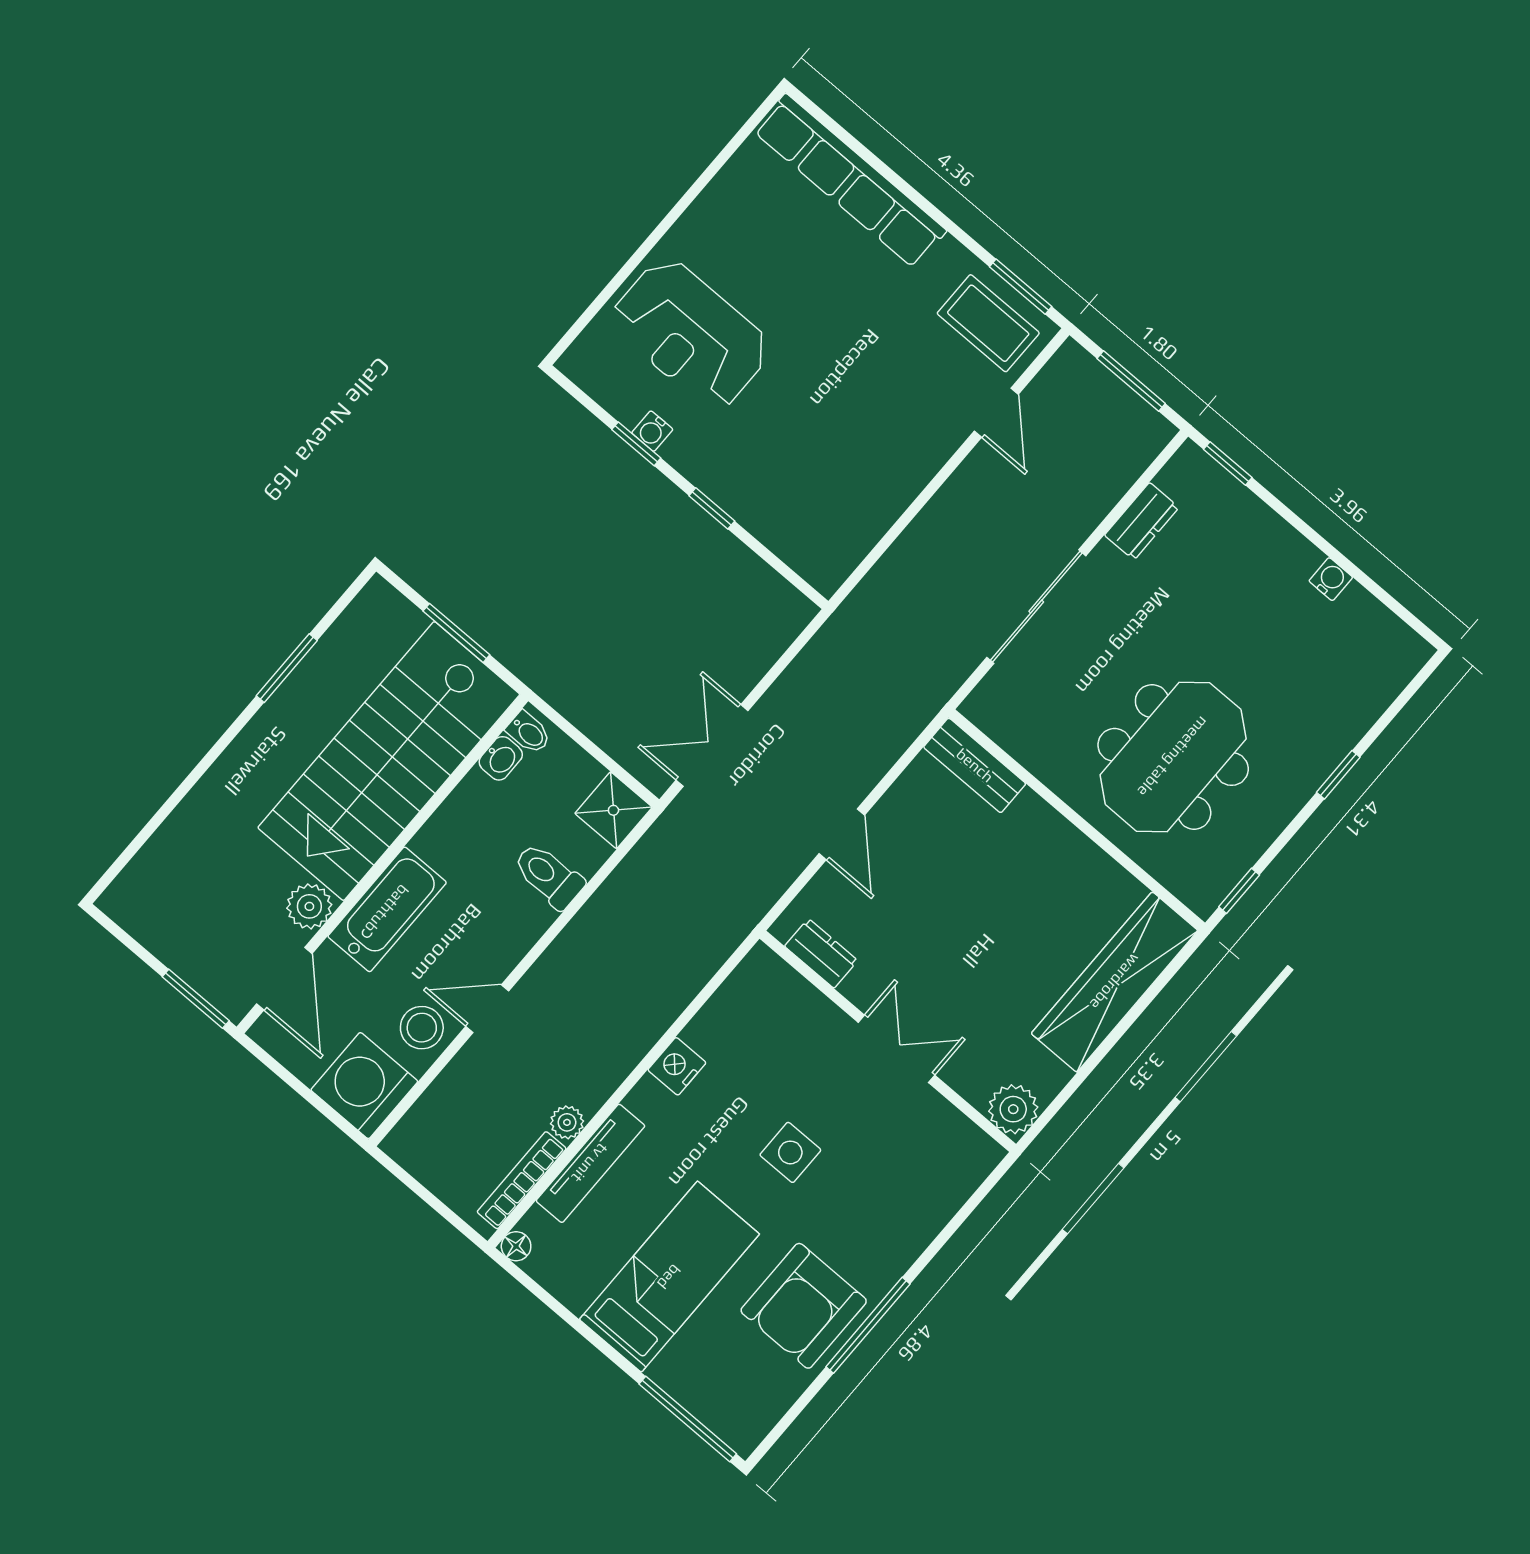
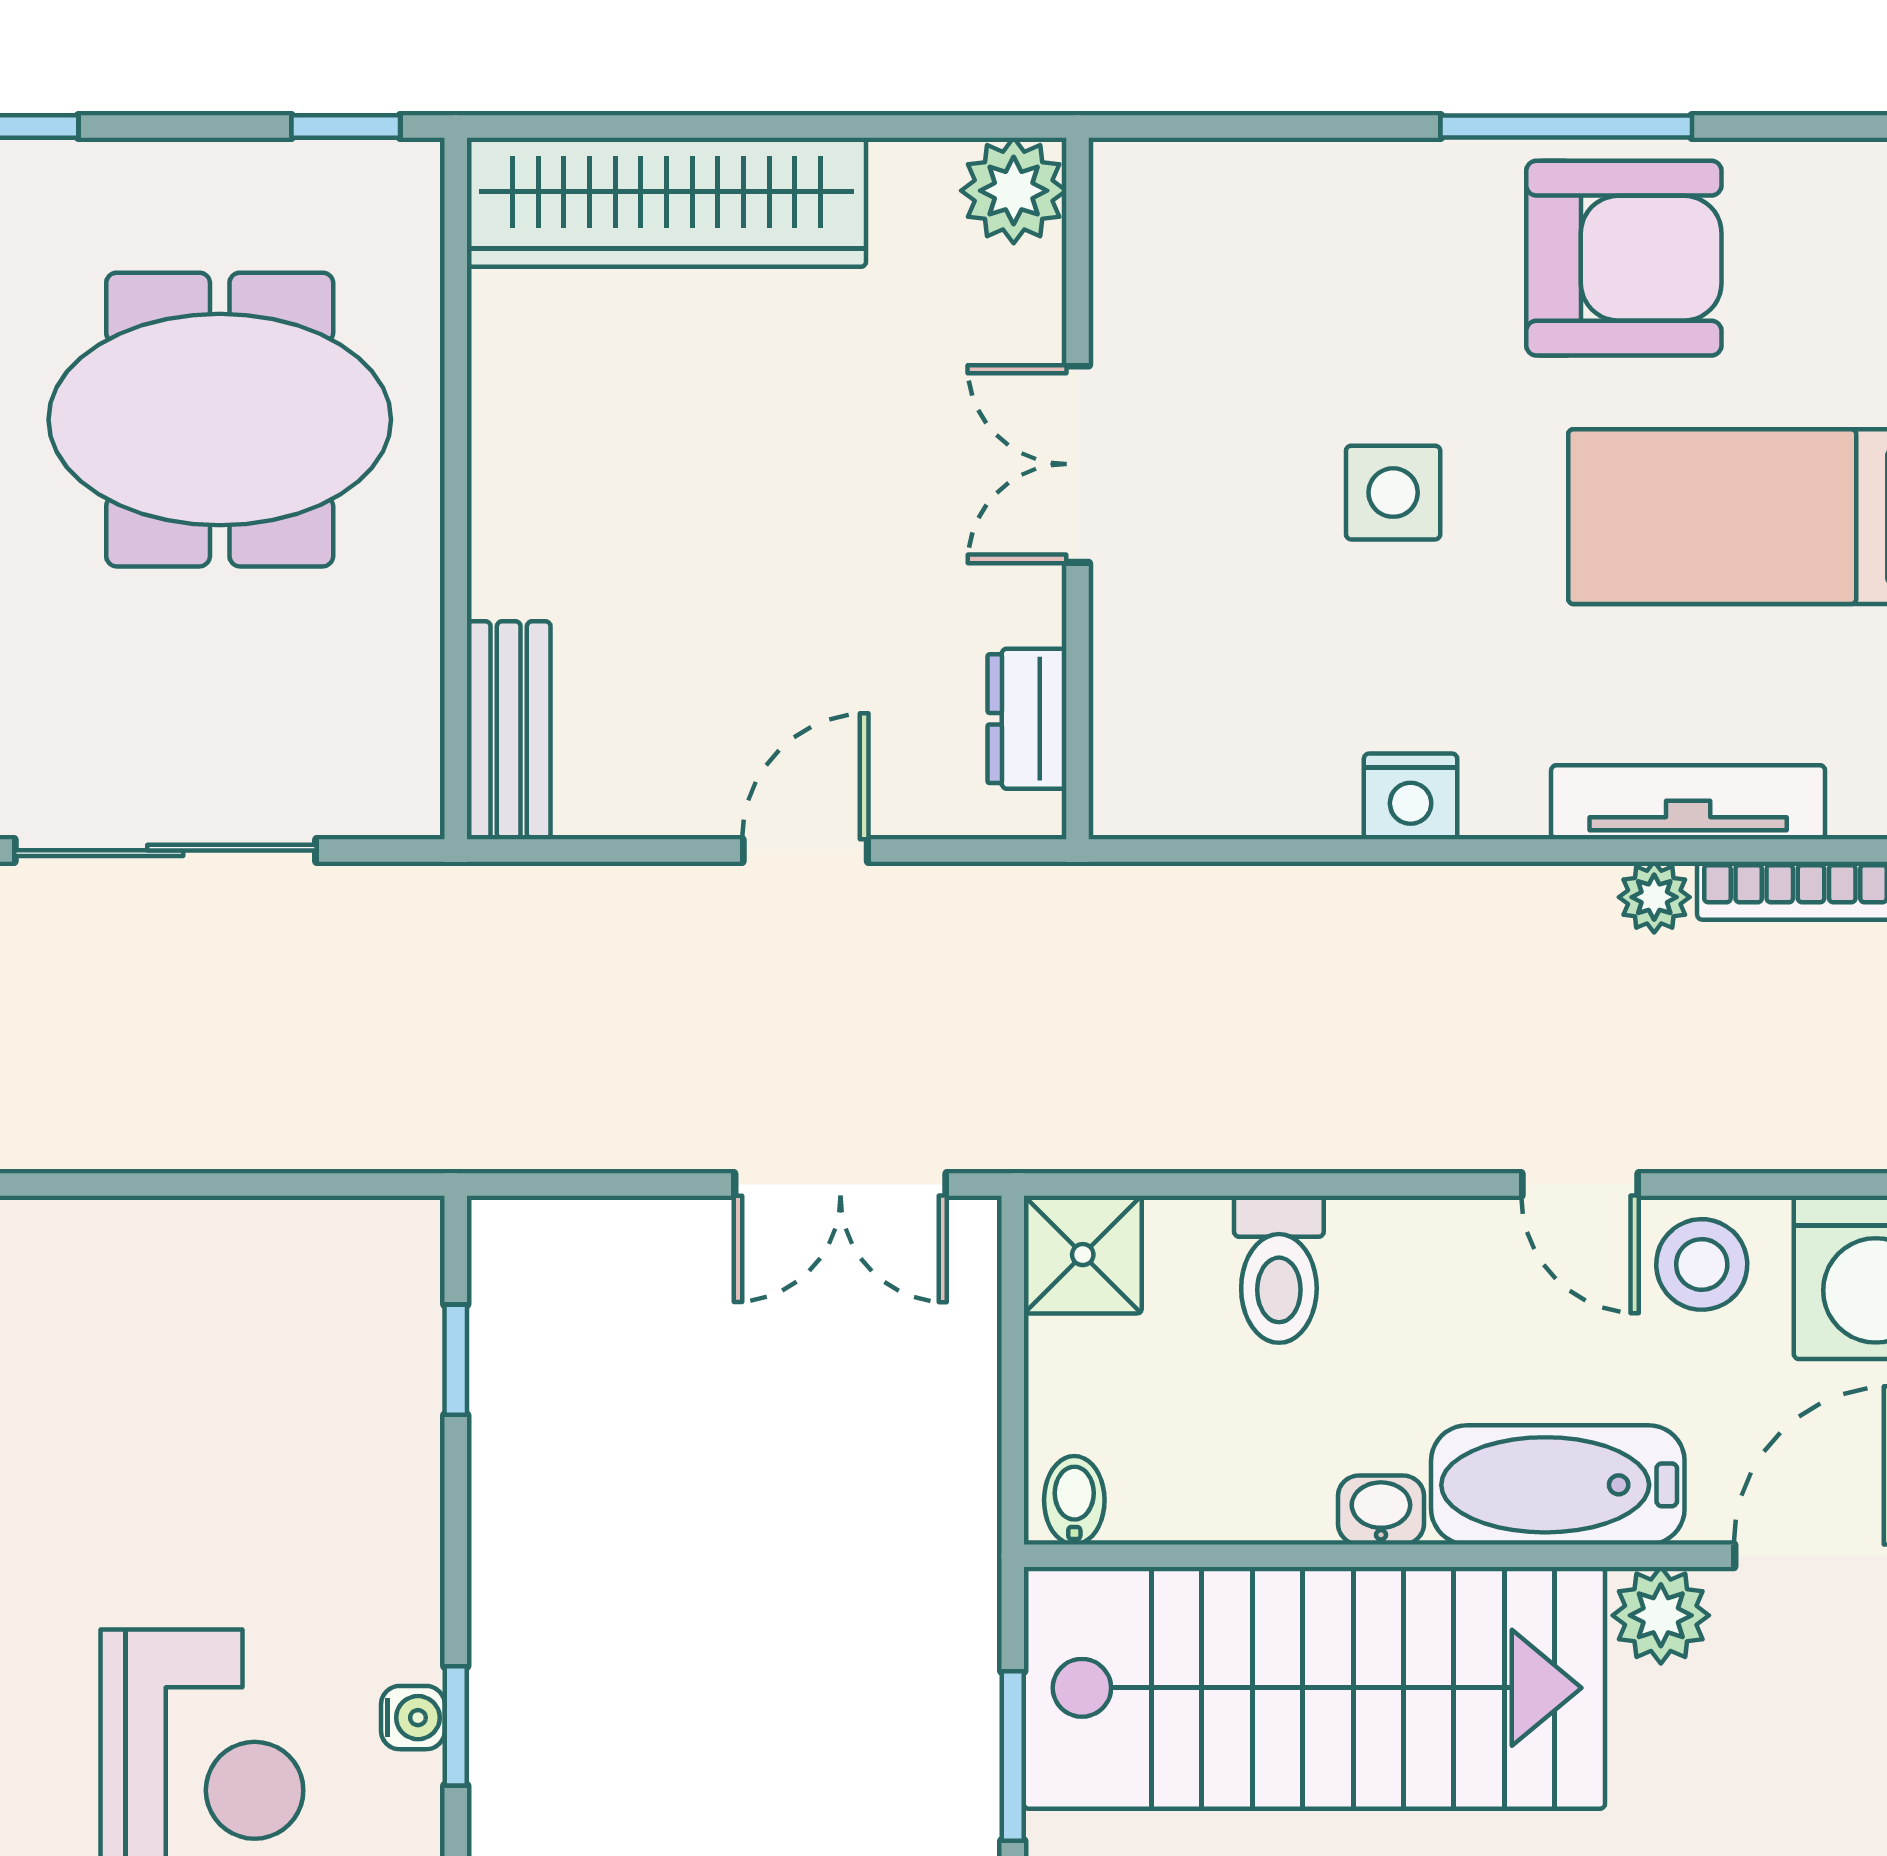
window: (712, 508) -> (456, 1360), moved
washbasin: (501, 758) -> (1381, 1510), moved

